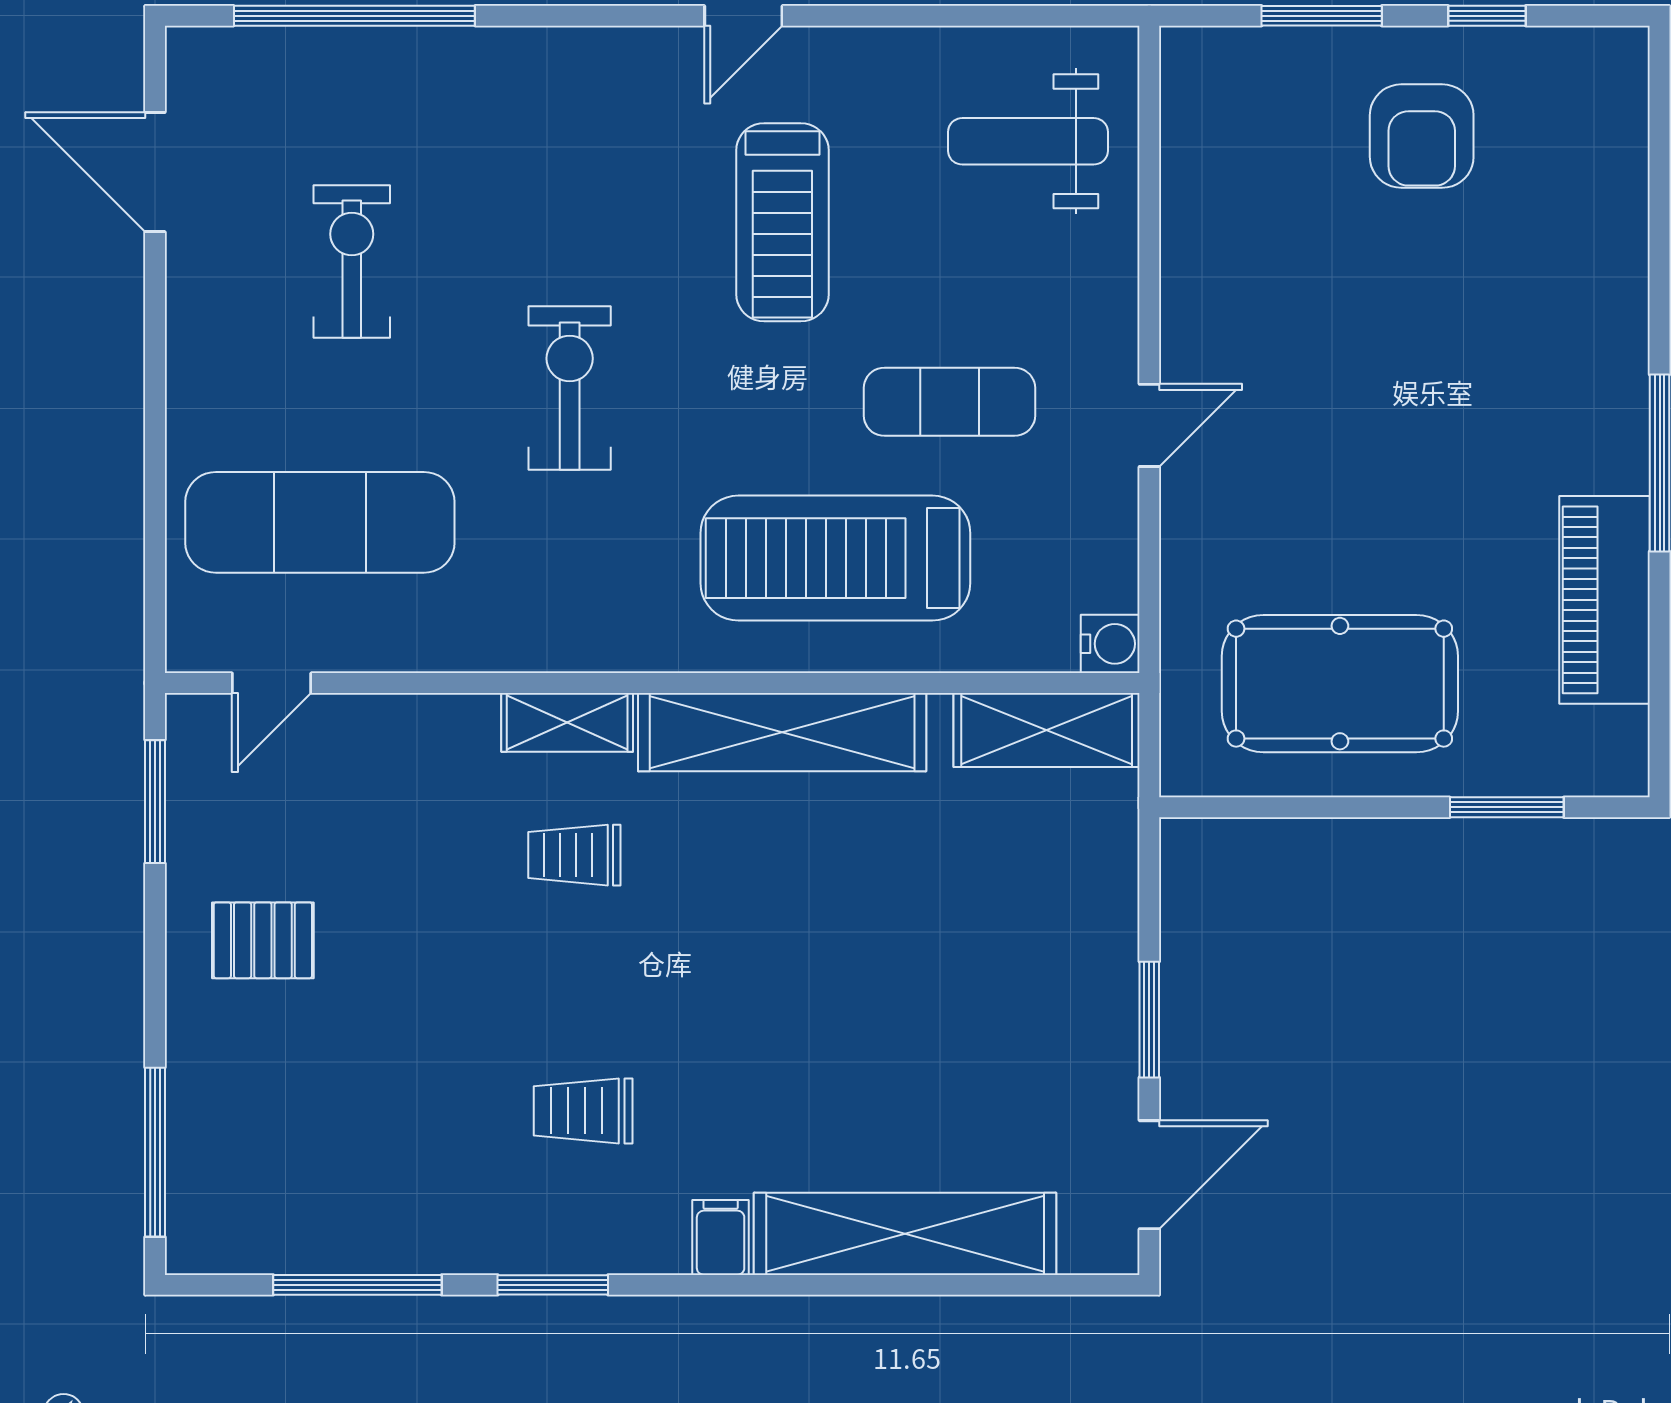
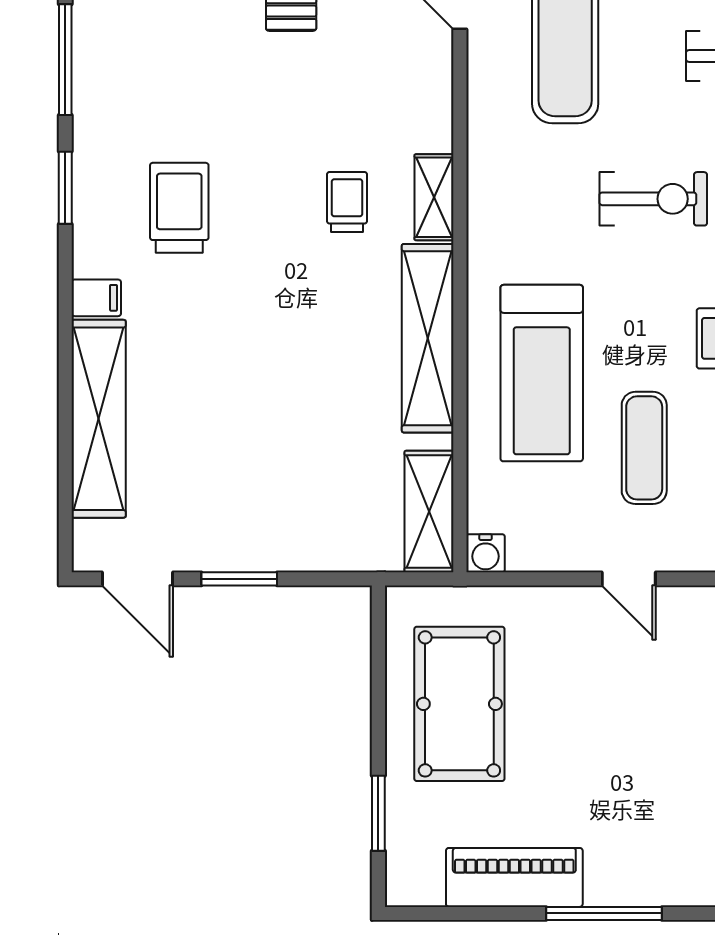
treadmill: (835, 558) -> (542, 373), turned 180
trolley: (583, 1111) -> (179, 208), width x1.36, depth x1.39

